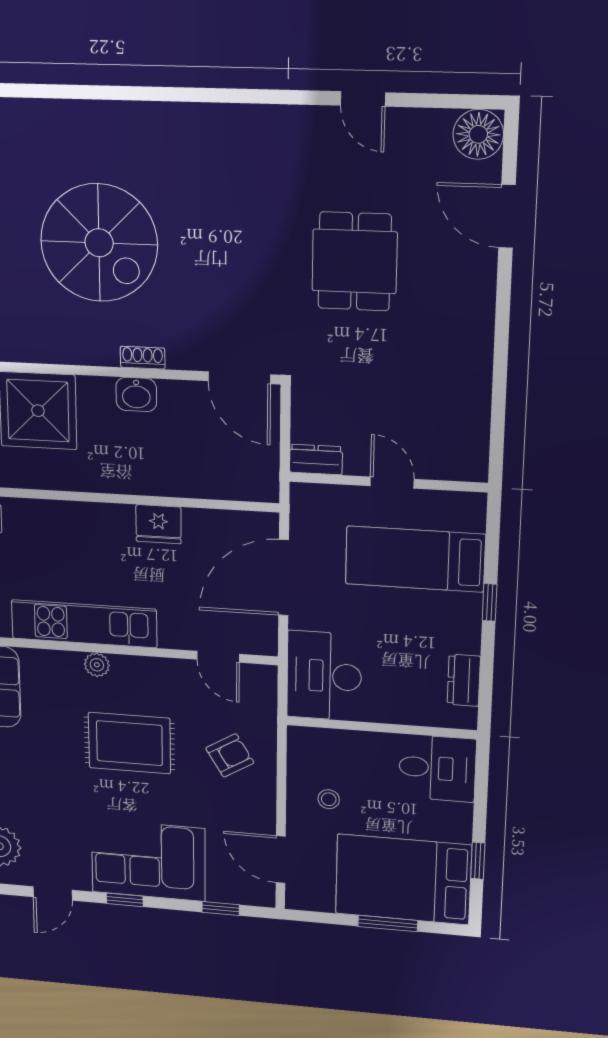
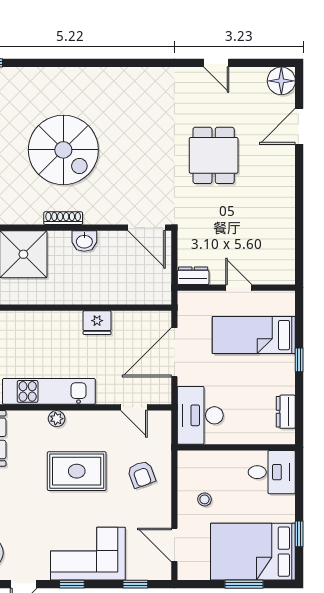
door: (507, 216) -> (299, 126), hinge flipped
shoe rack: (143, 358) -> (63, 218), moved, width x1.43
armchair: (230, 755) -> (141, 474), turned 101

